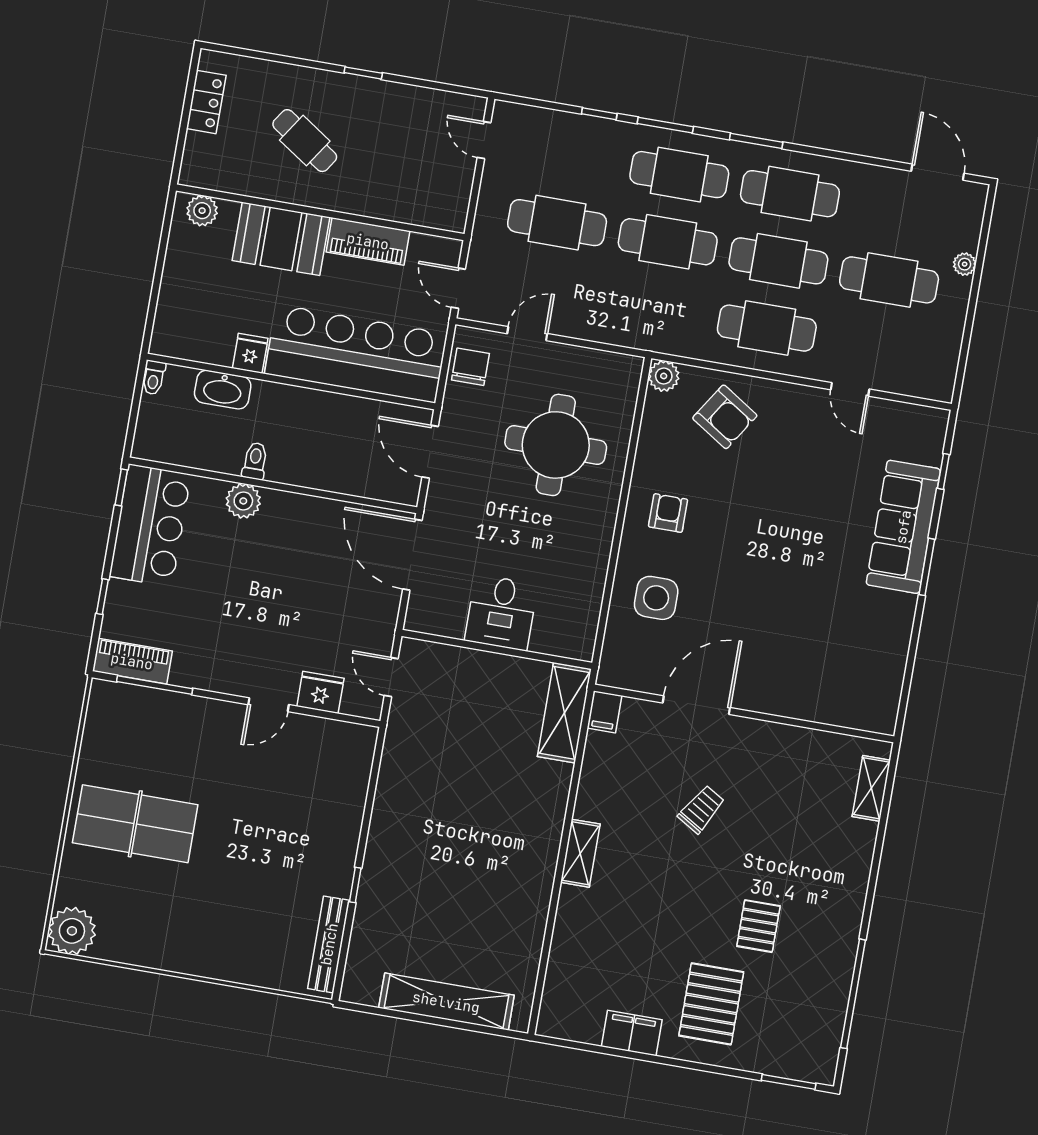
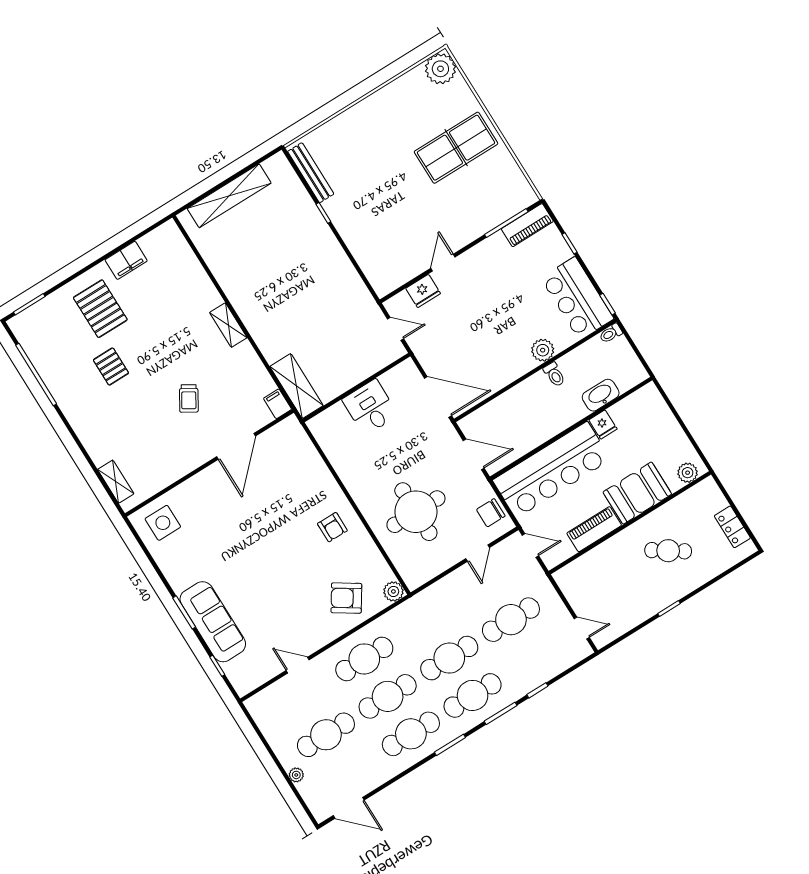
chair: (470, 367) -> (491, 513), turned 90
toilet: (154, 378) -> (611, 333), moved, turned -90
side table: (656, 598) -> (163, 523), moved

